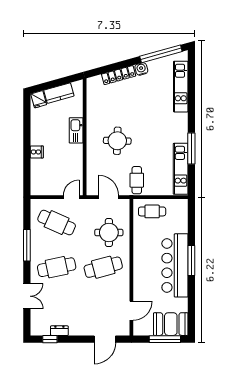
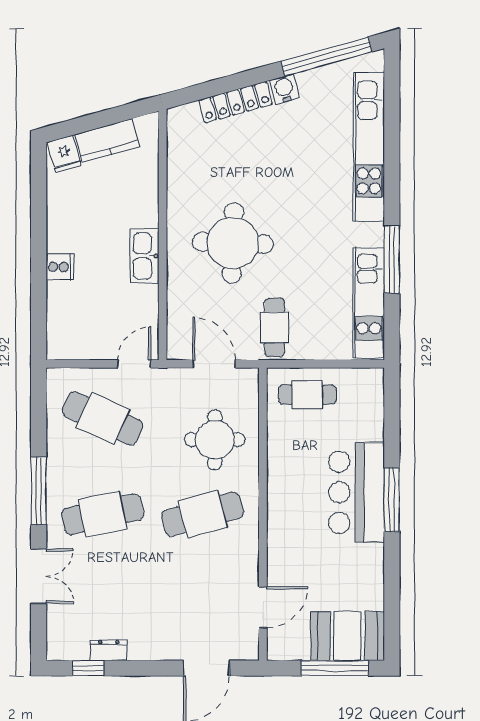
kitchen unit: (181, 87) -> (369, 147), width x1.36
kitchen sink: (76, 130) -> (144, 256), moved
round table: (117, 141) -> (233, 243), width x1.36, depth x1.36
window: (27, 245) -> (39, 491), moved
bar counter: (175, 265) -> (356, 492), width x0.73

